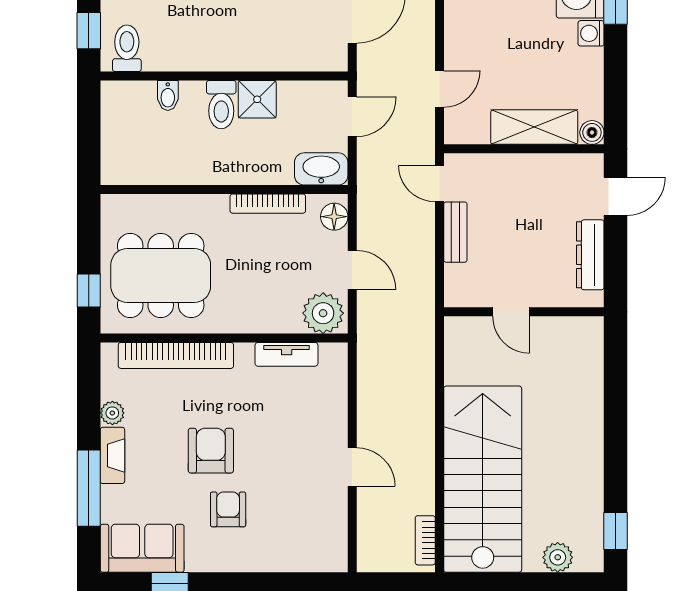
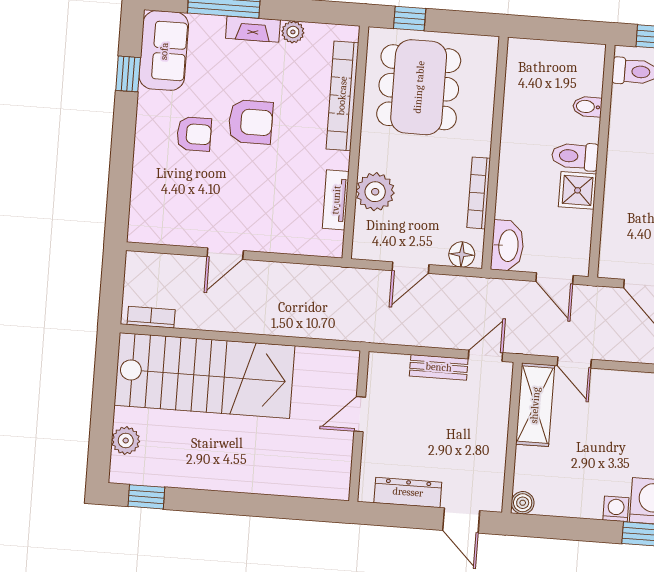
shelving: (534, 127) -> (535, 405), moved
plant: (323, 313) -> (375, 192), moved

